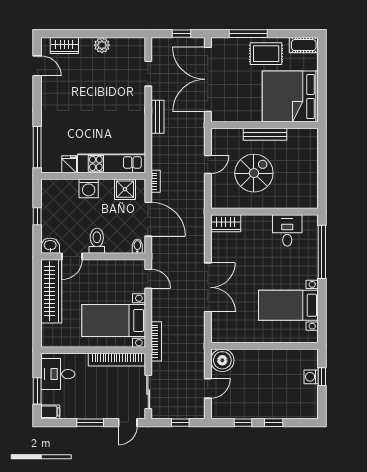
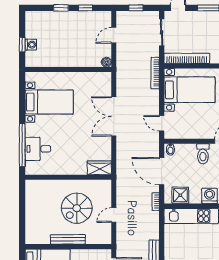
desk: (287, 230) -> (38, 149), moved, turned 90
boiler: (222, 360) -> (106, 62), width x0.54, depth x0.54

